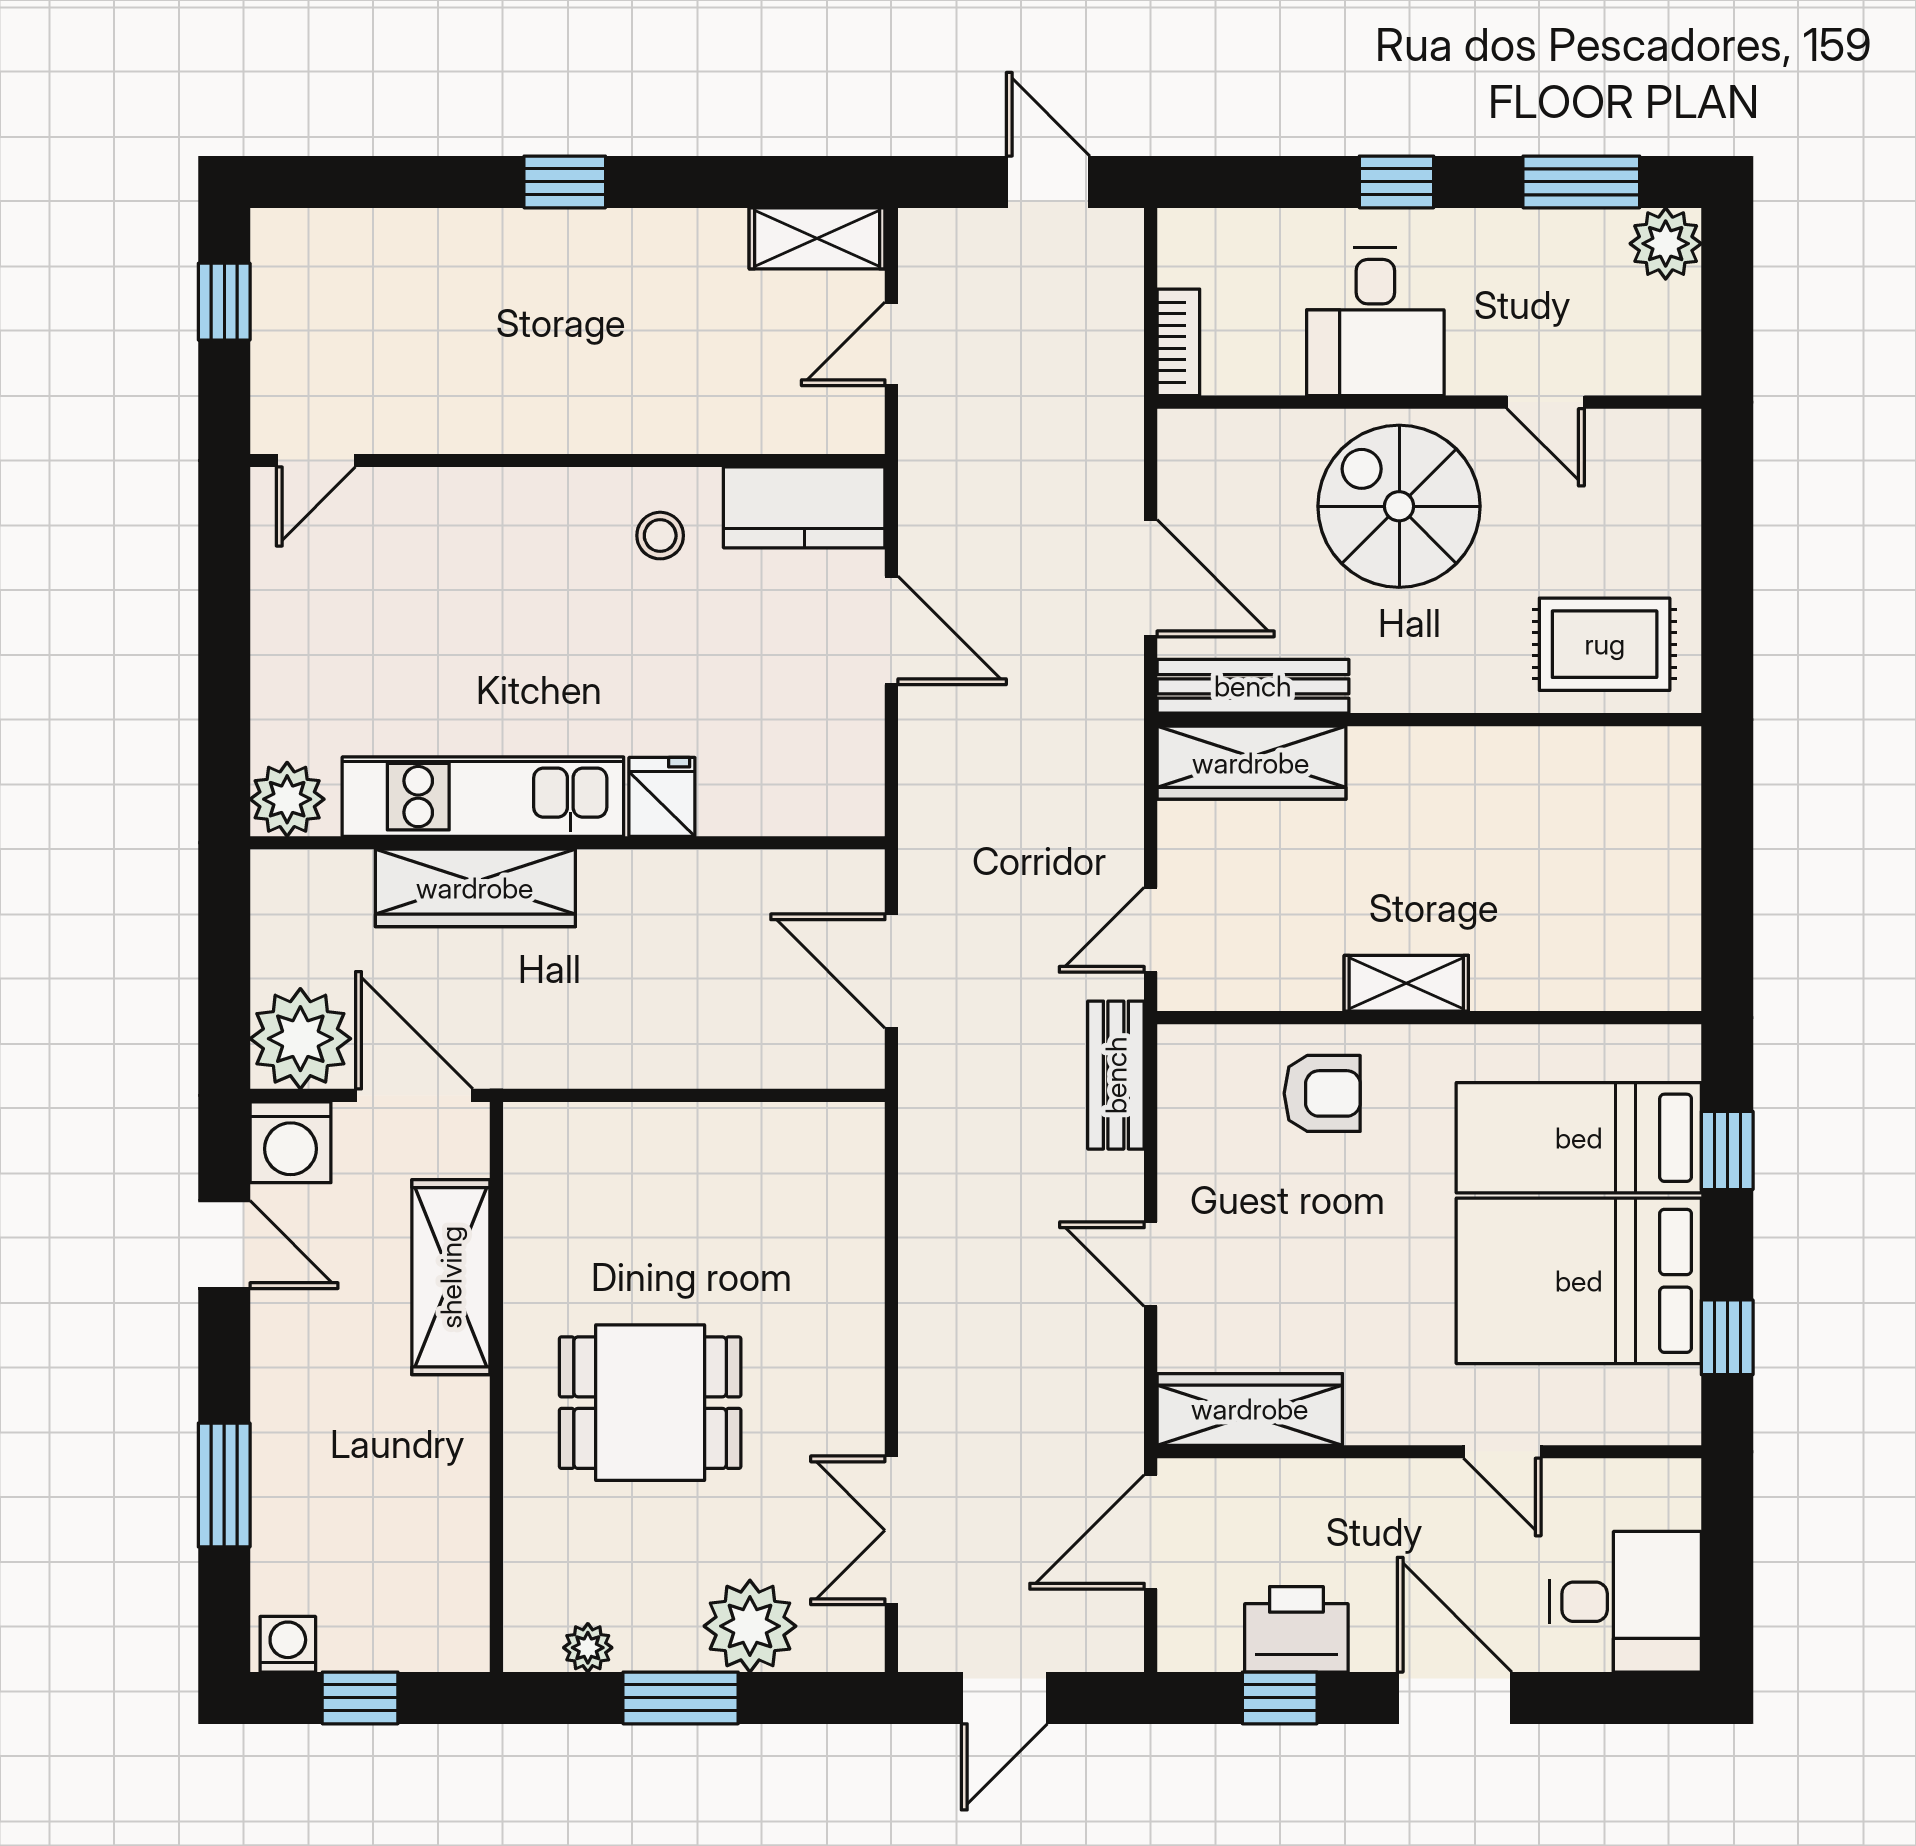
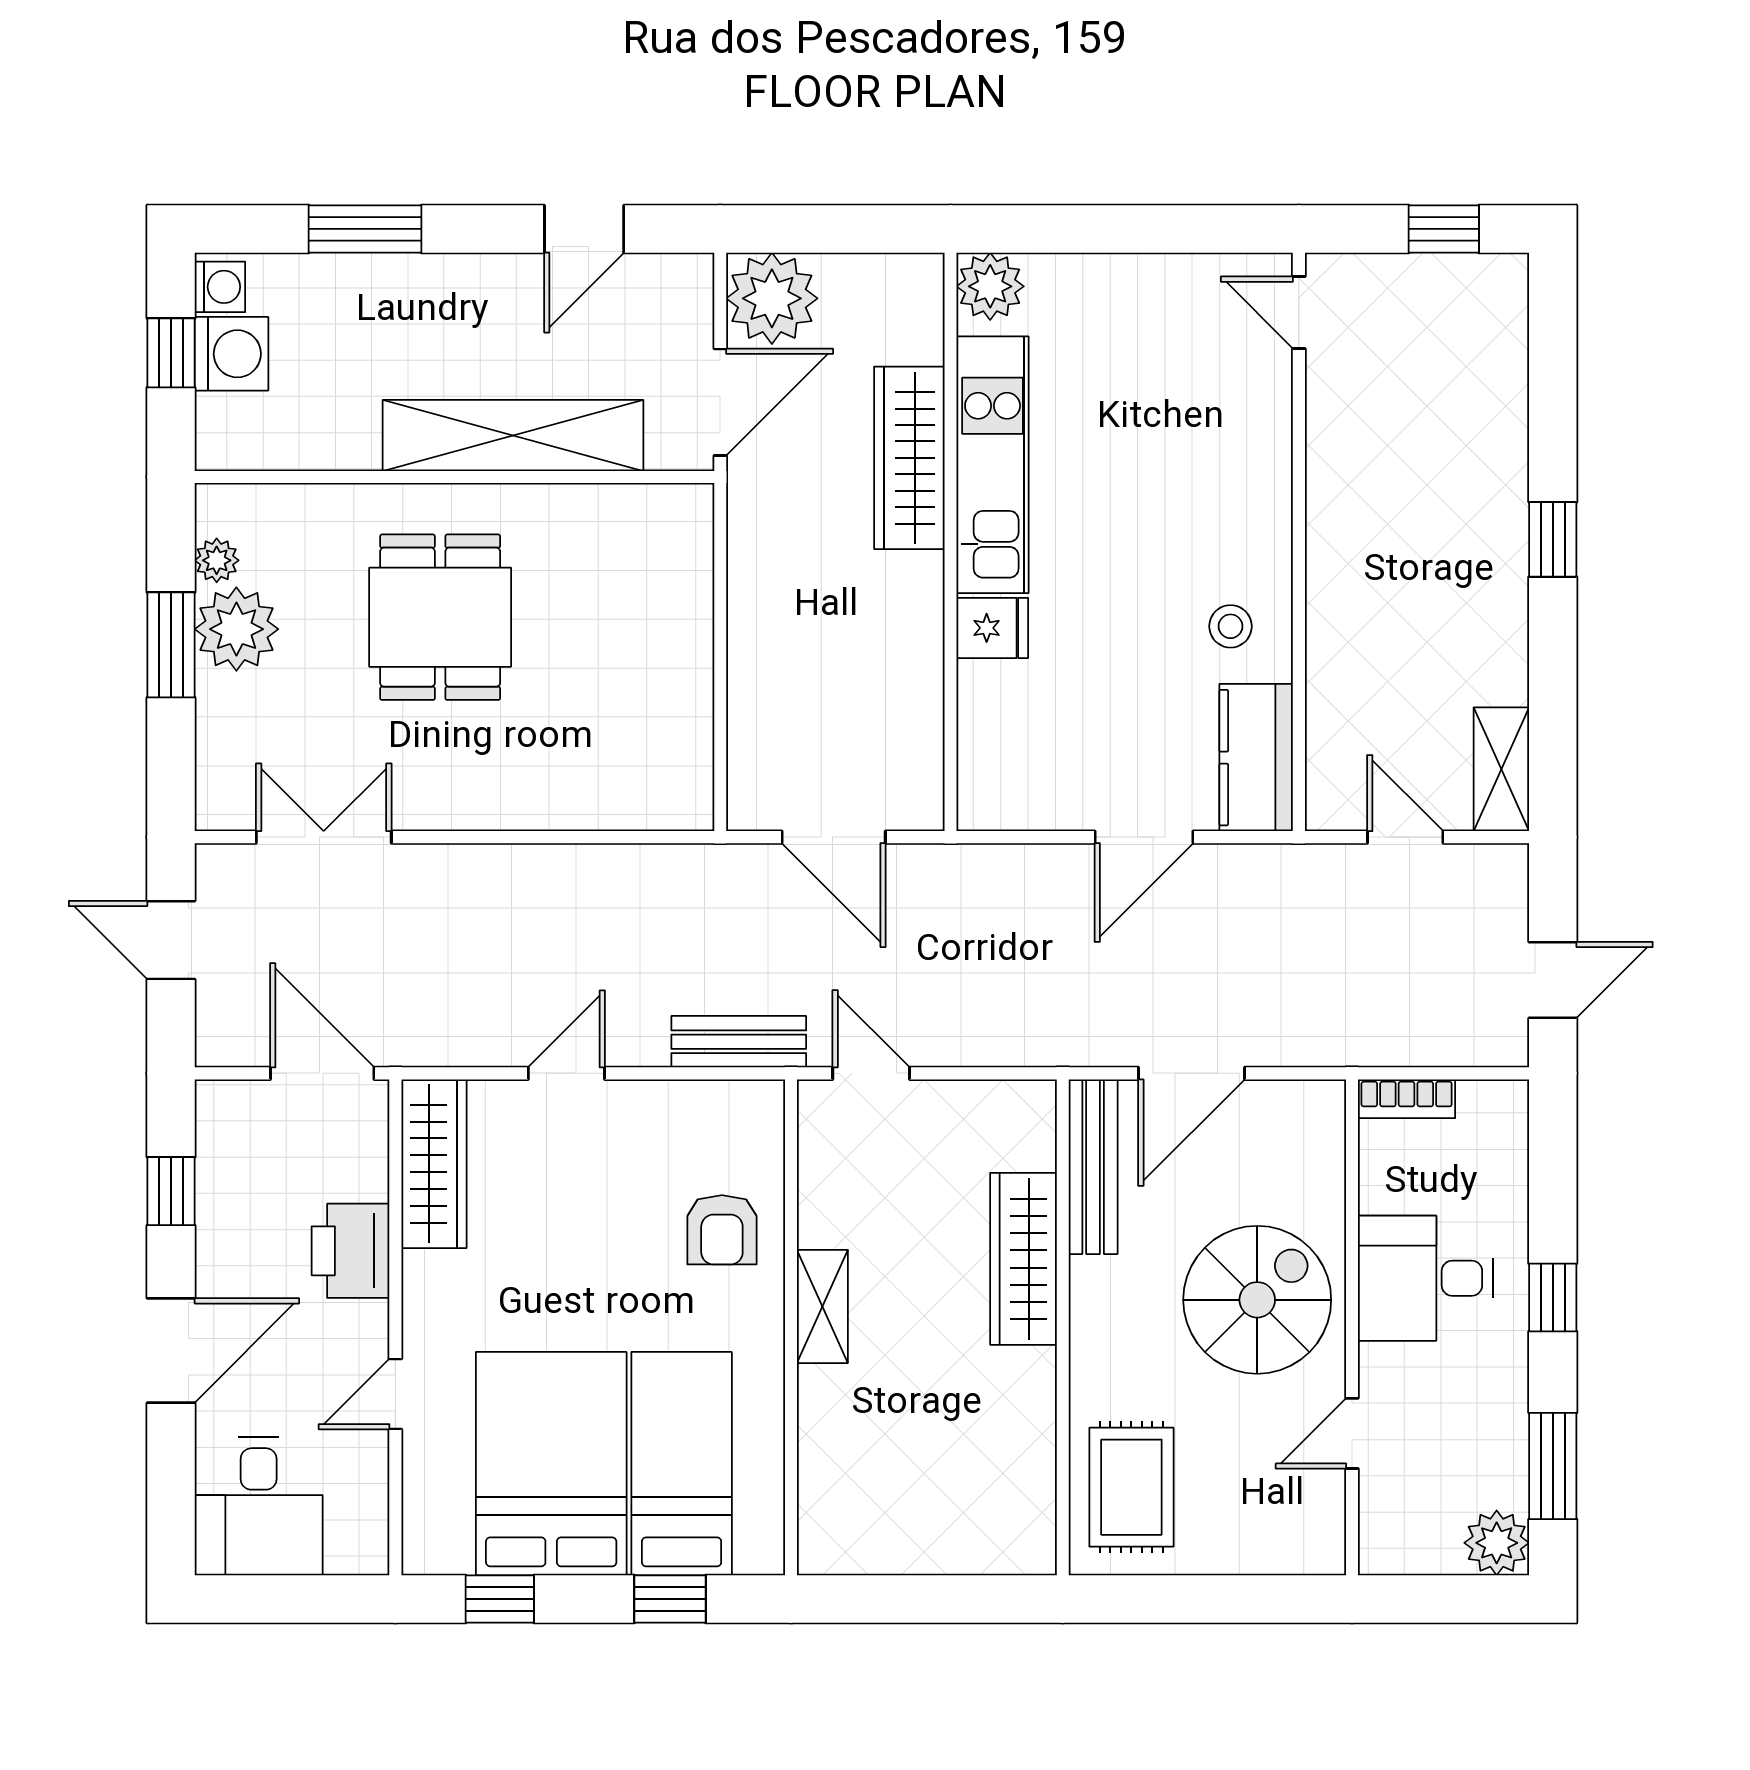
wardrobe: (1251, 763) -> (1024, 1259), moved
door: (891, 971) -> (834, 837), swing flipped
washing machine: (291, 1142) -> (231, 354), moved, turned 180
shelving: (451, 1277) -> (513, 435), width x1.47
plant: (750, 1626) -> (236, 629), moved
printer: (1296, 1629) -> (350, 1251), moved, turned 180

